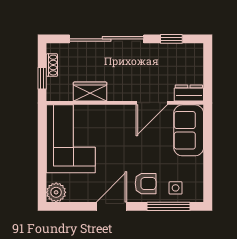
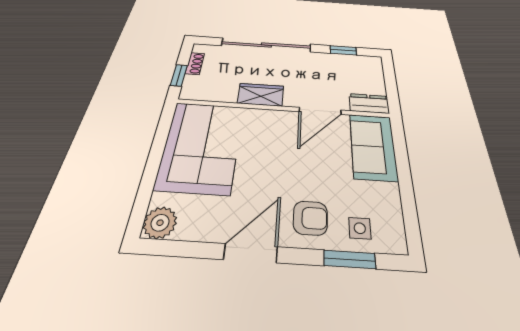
wardrobe: (90, 92) -> (261, 95), moved
window: (168, 206) -> (350, 259), width x0.69

